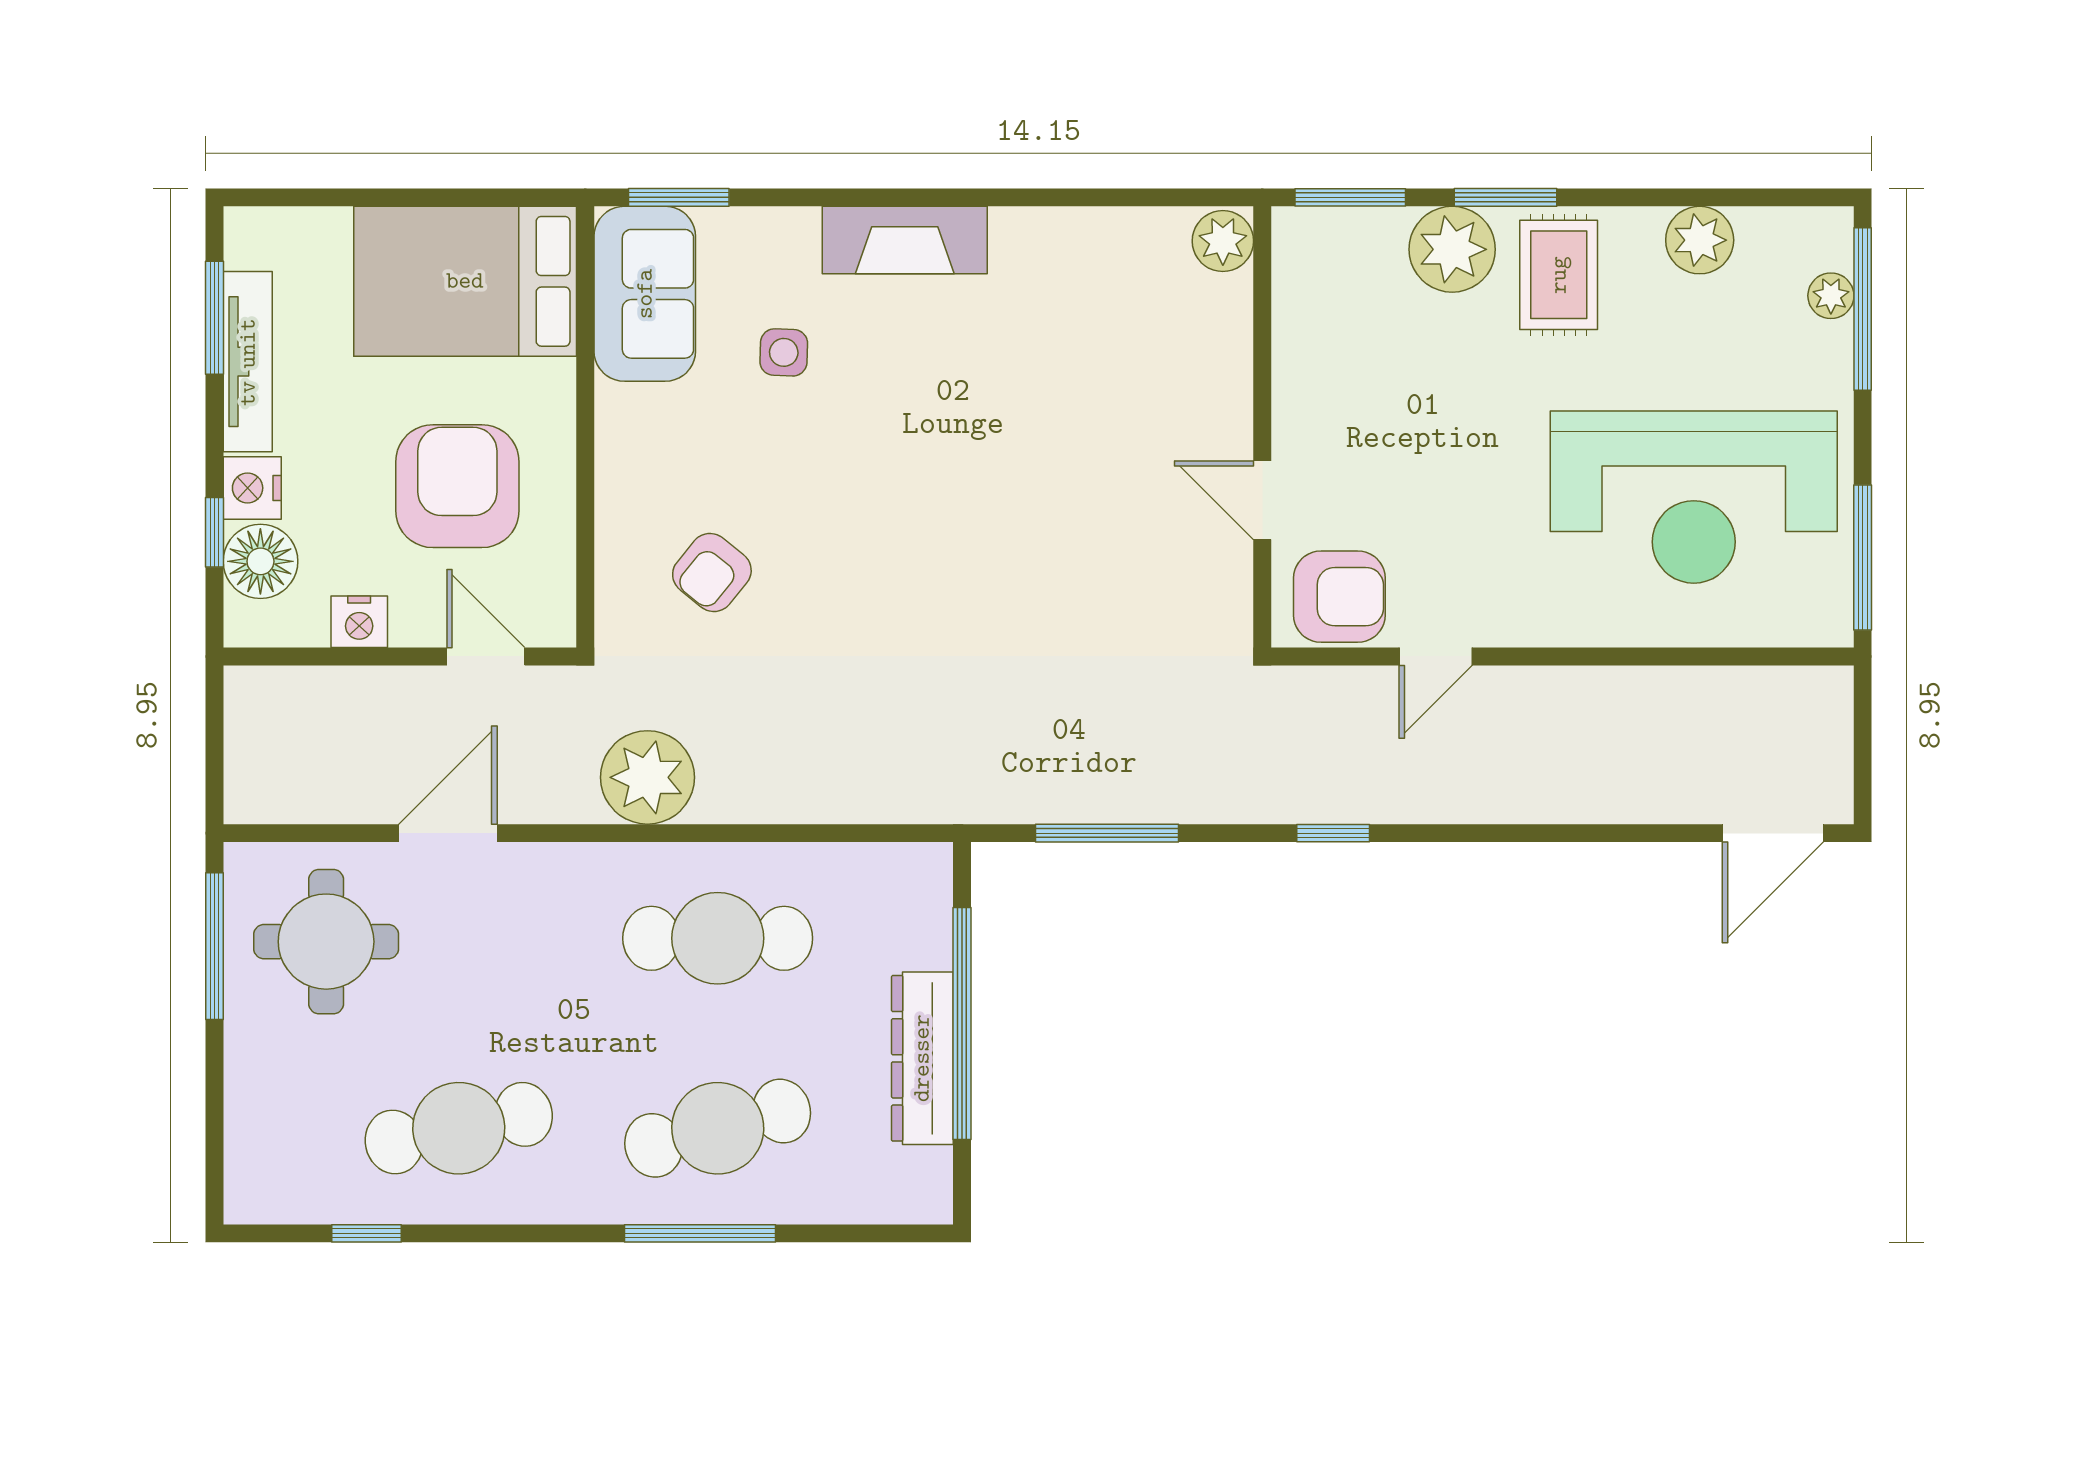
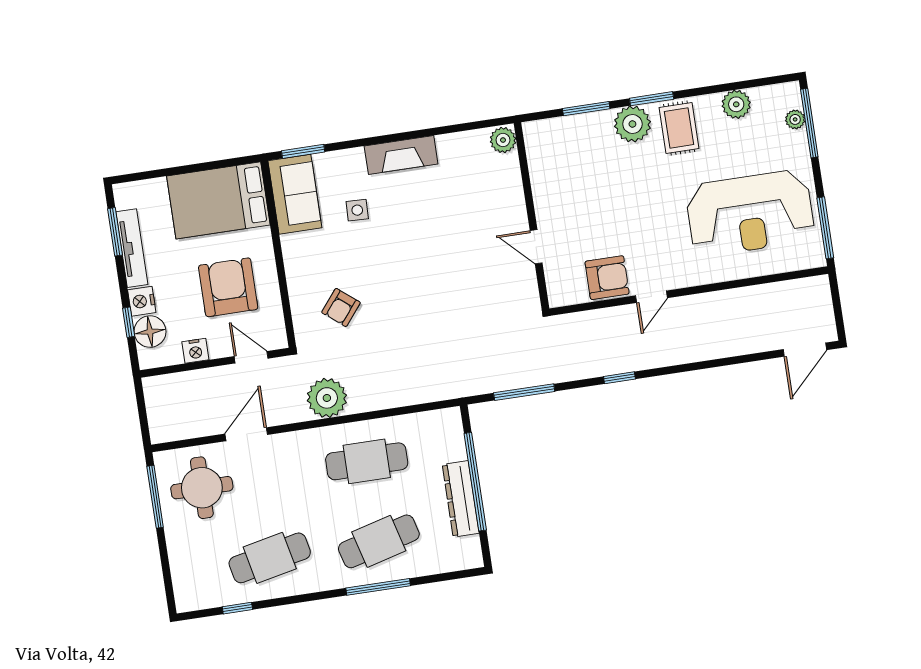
plant: (1223, 241) -> (503, 140), moved
wall: (1262, 427) -> (531, 216), moved
door: (1262, 500) -> (536, 247), moved

